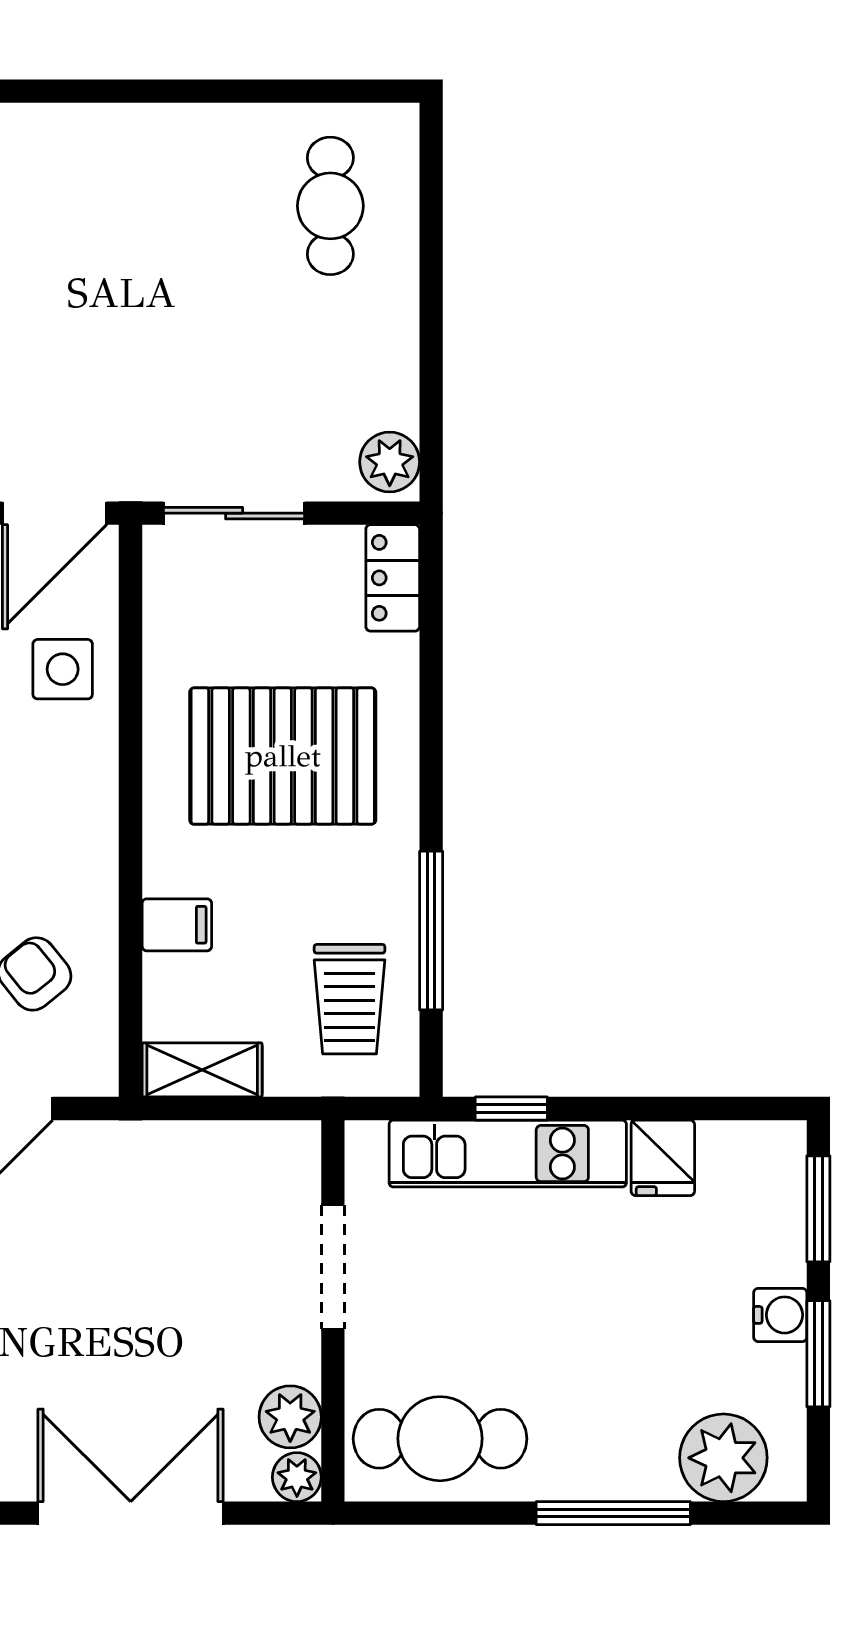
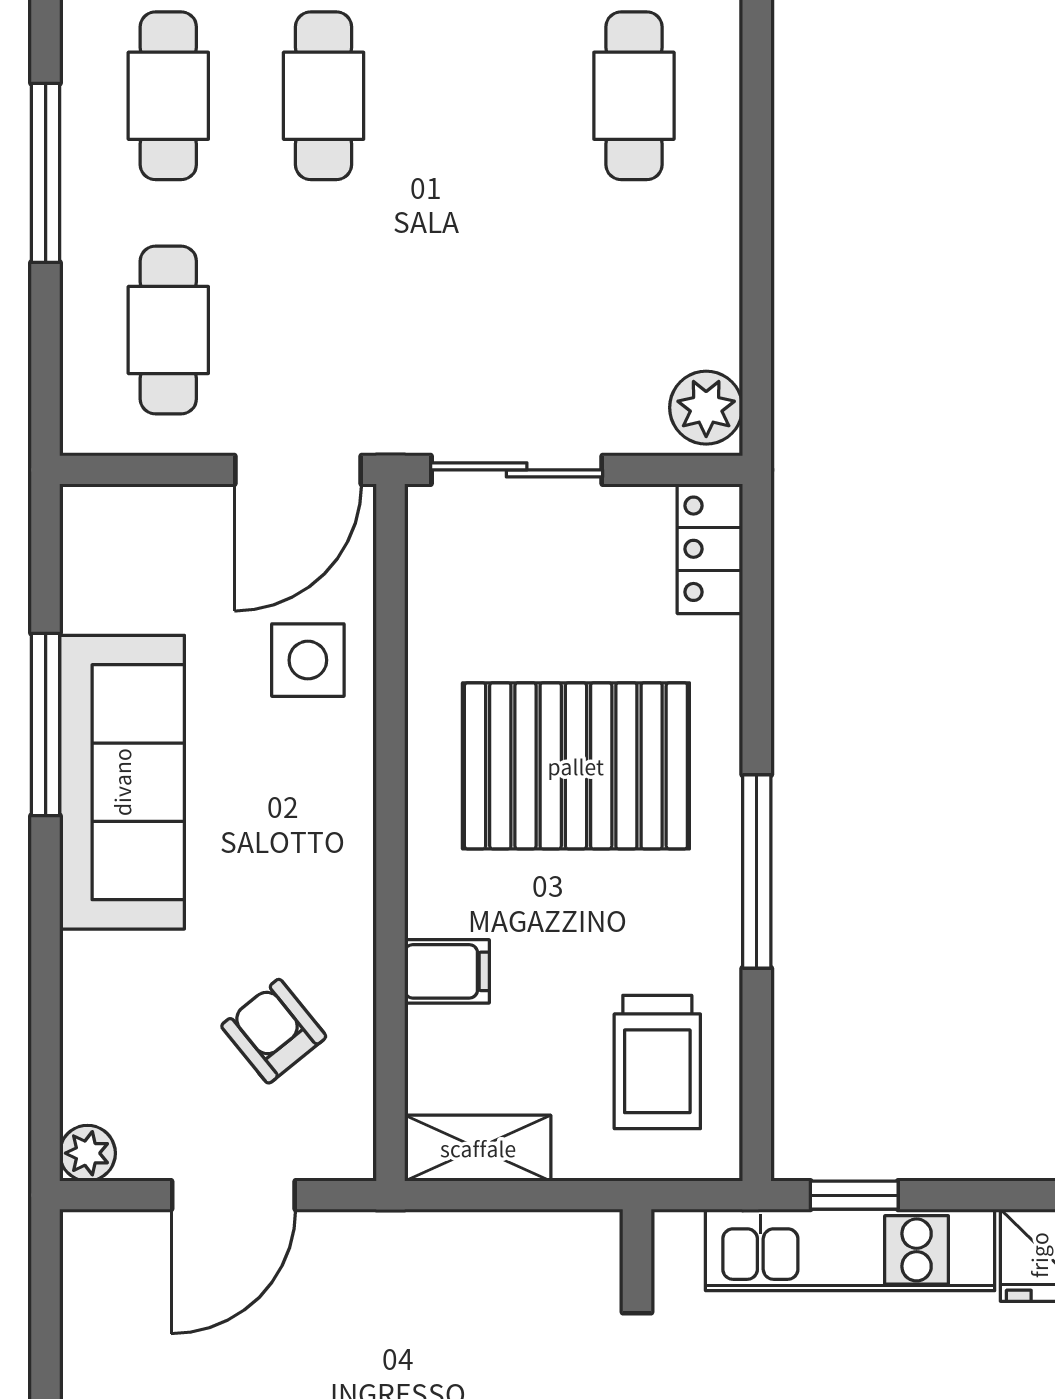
cafe table: (75, 206) -> (324, 96), added
window: (431, 931) -> (757, 872), moved

